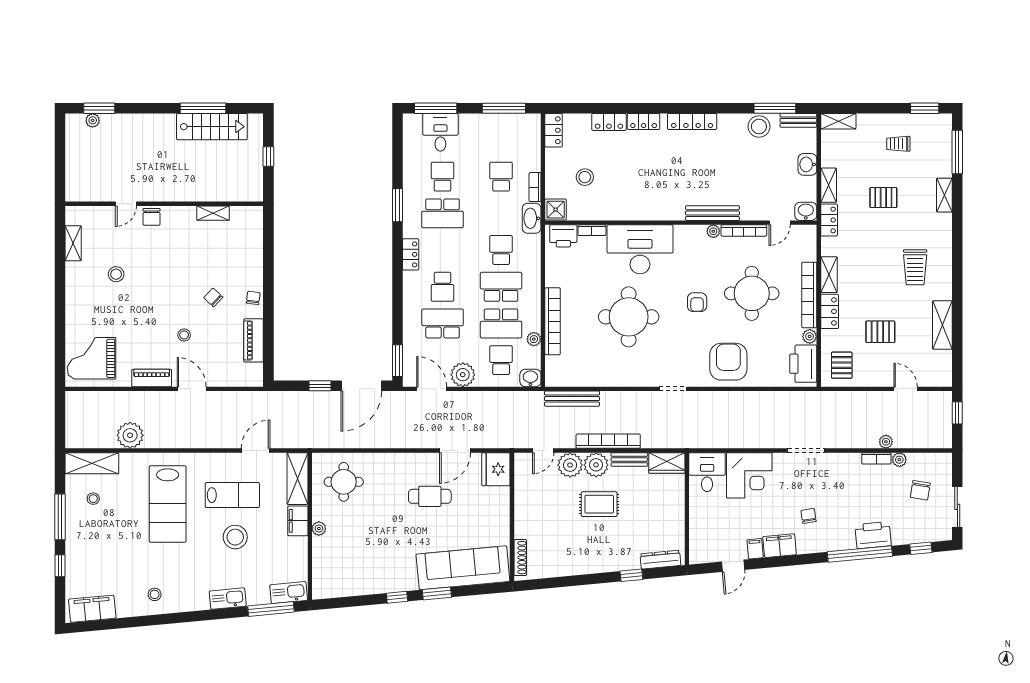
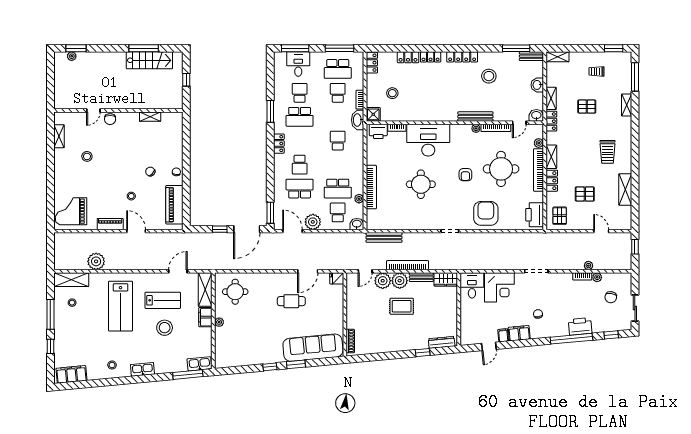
stool: (759, 127) -> (489, 76), moved
school desk: (501, 287) -> (338, 69), moved, turned 180
round table: (629, 317) -> (421, 184), width x0.73, depth x0.73
plant: (810, 336) -> (539, 143), moved
piano: (253, 340) -> (174, 205), width x1.37, depth x1.33
fridge: (496, 469) -> (337, 278), width x0.53, depth x0.75
kitchen sink: (228, 599) -> (142, 369), moved

